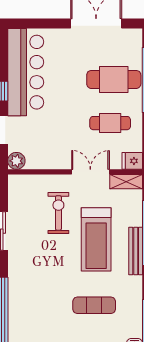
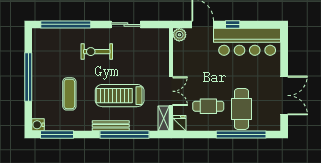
cafe table: (110, 123) -> (208, 106), turned 90
exercise bike: (58, 213) -> (97, 52), moved, turned 180

